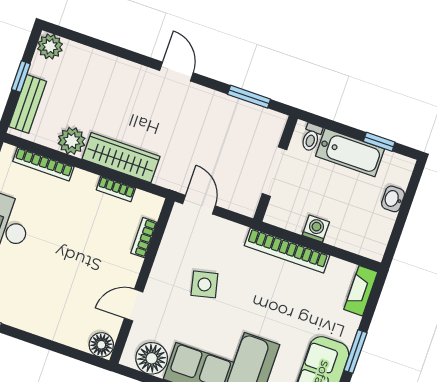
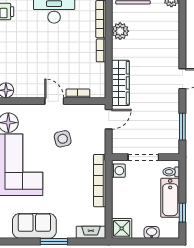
wardrobe: (121, 158) -> (120, 83), moved
bookcase: (116, 189) -> (101, 50), moved
washing machine: (316, 229) -> (118, 171), moved
shower: (371, 242) -> (122, 228), added
door: (134, 305) -> (54, 101), moved

